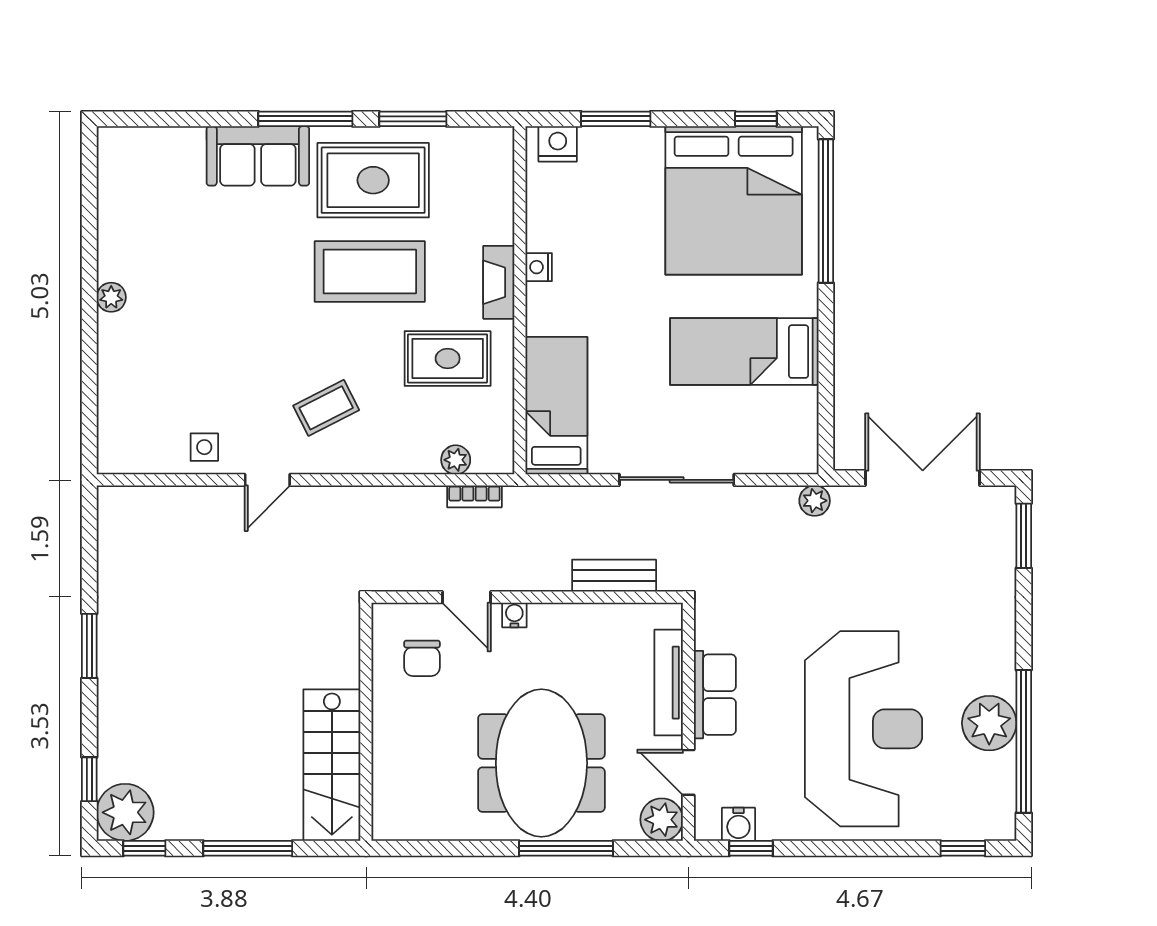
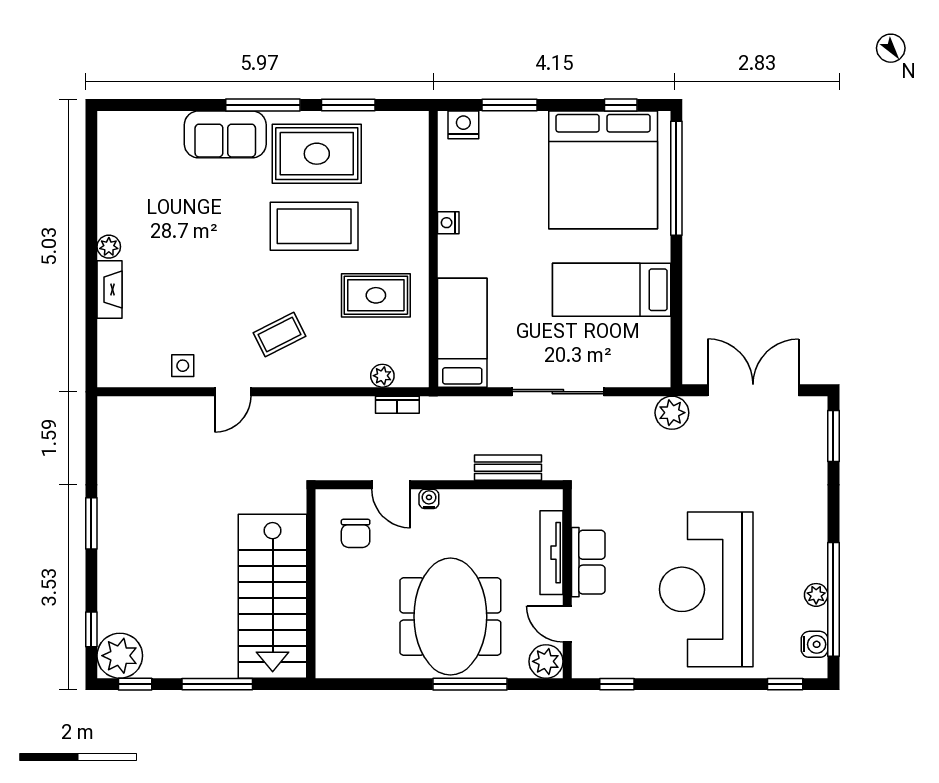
fireplace: (499, 282) -> (110, 290), moved, turned 180
plant: (815, 501) -> (672, 413), width x1.38, depth x1.38
plant: (989, 723) -> (816, 595), width x0.53, depth x0.53
reception desk: (863, 729) -> (706, 589), turned 180
stairs: (332, 765) -> (273, 596), width x1.36, depth x1.51
water cooler: (738, 824) -> (815, 644), moved, turned -90

